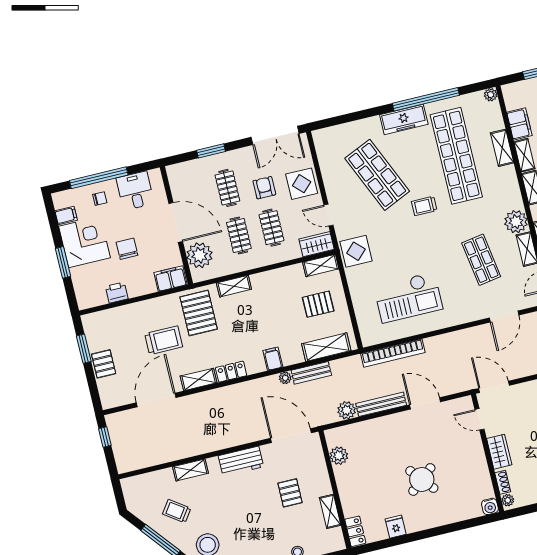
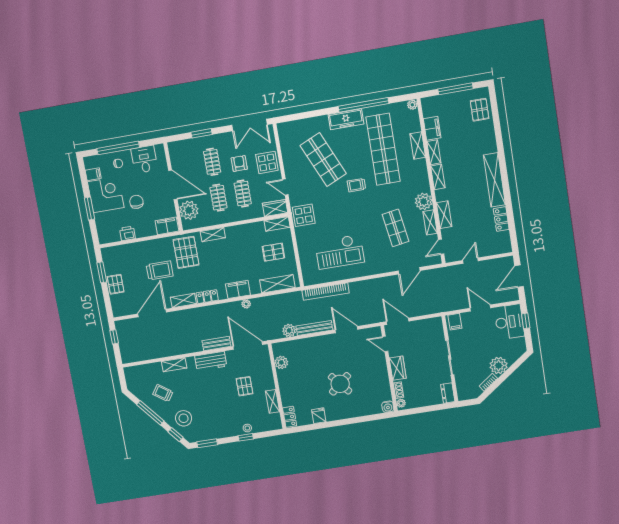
filing cabinet: (273, 359) -> (238, 289), width x2.00
bench: (311, 373) -> (216, 344), moved

